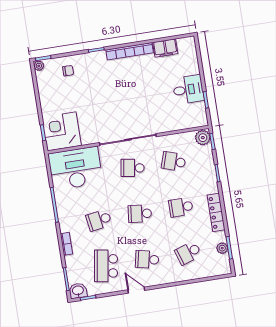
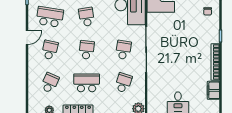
school desk: (181, 207) -> (87, 83), width x1.85
school desk: (188, 253) -> (50, 83), turned 42

